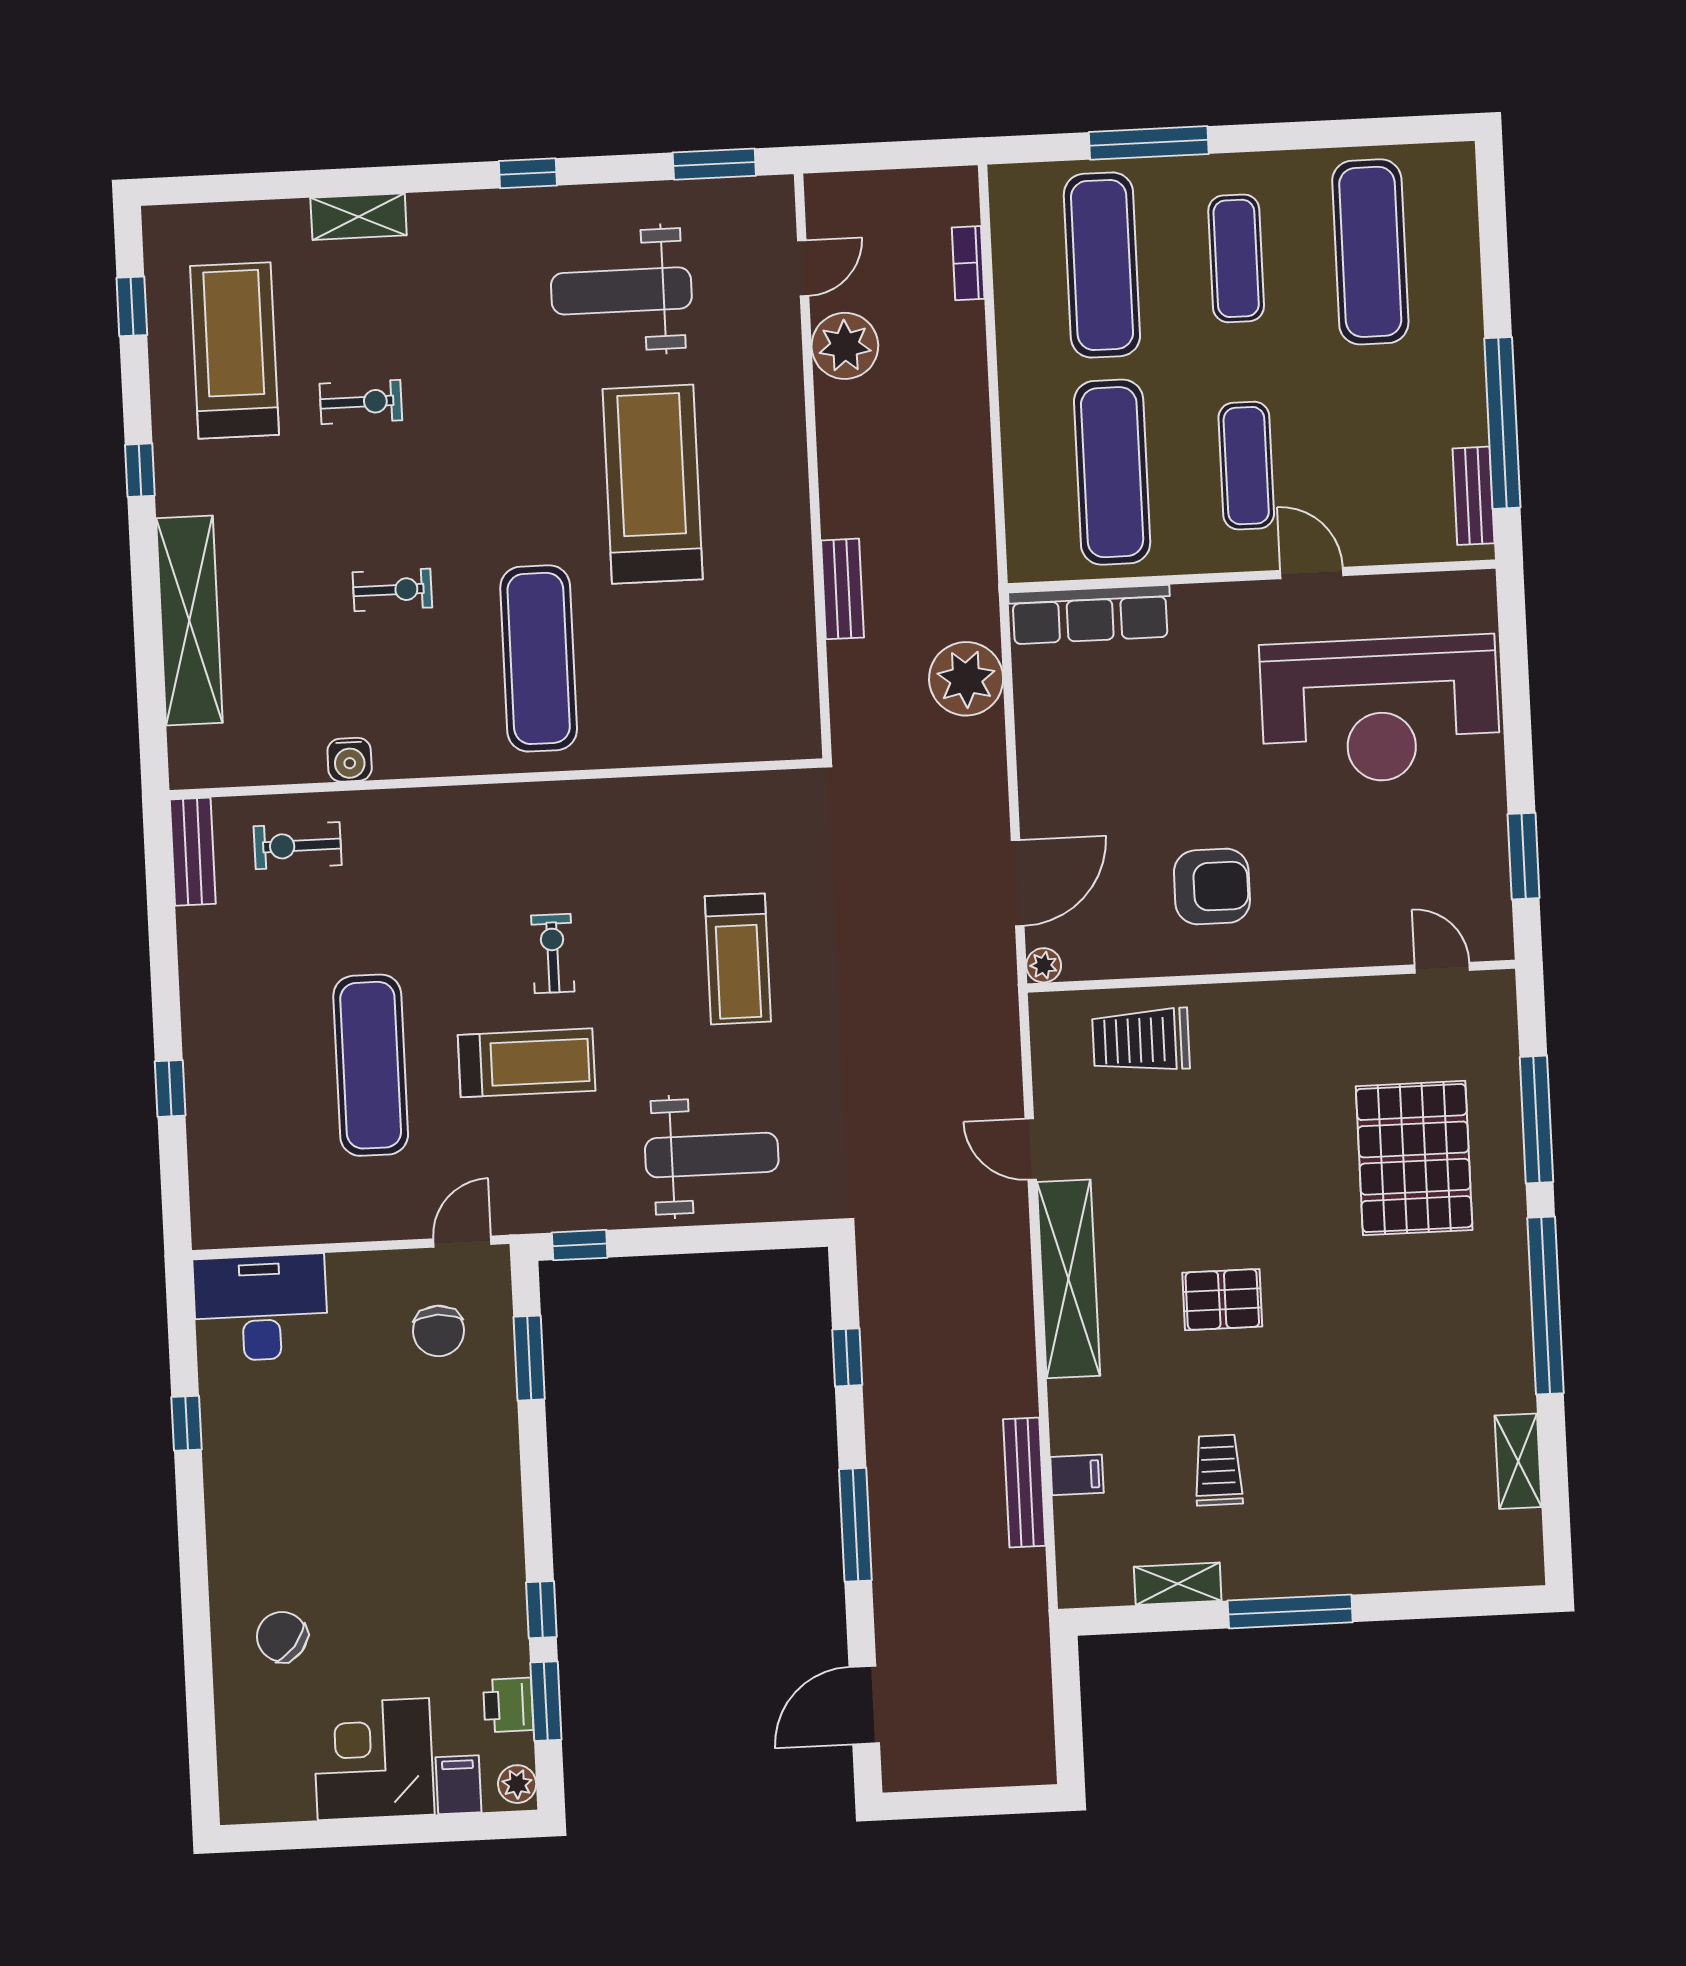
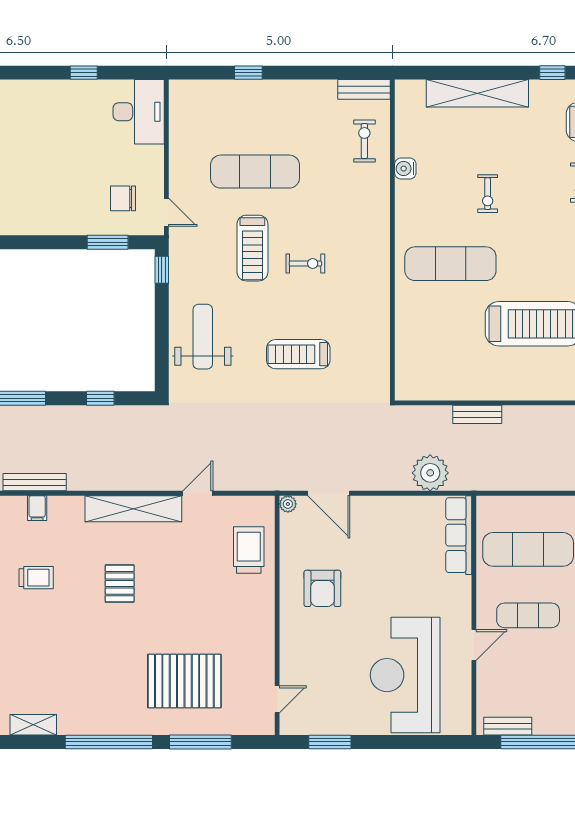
weight bench: (712, 1155) -> (203, 337), turned 180

